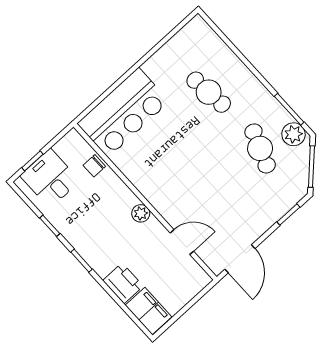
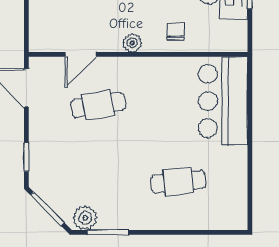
cafe table: (260, 148) -> (98, 105), moved, turned -30
chair: (94, 166) -> (175, 32), moved

